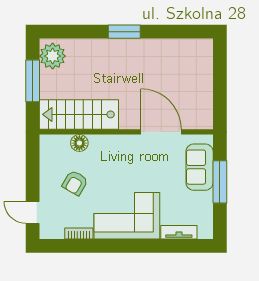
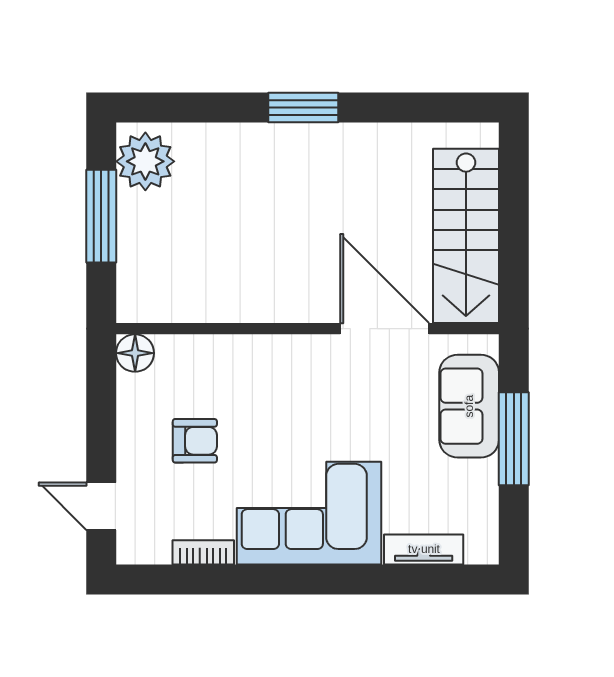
stairs: (79, 114) -> (466, 236), moved, turned -90
floor lamp: (79, 143) -> (135, 353), moved
armchair: (75, 183) -> (195, 441), turned -120

